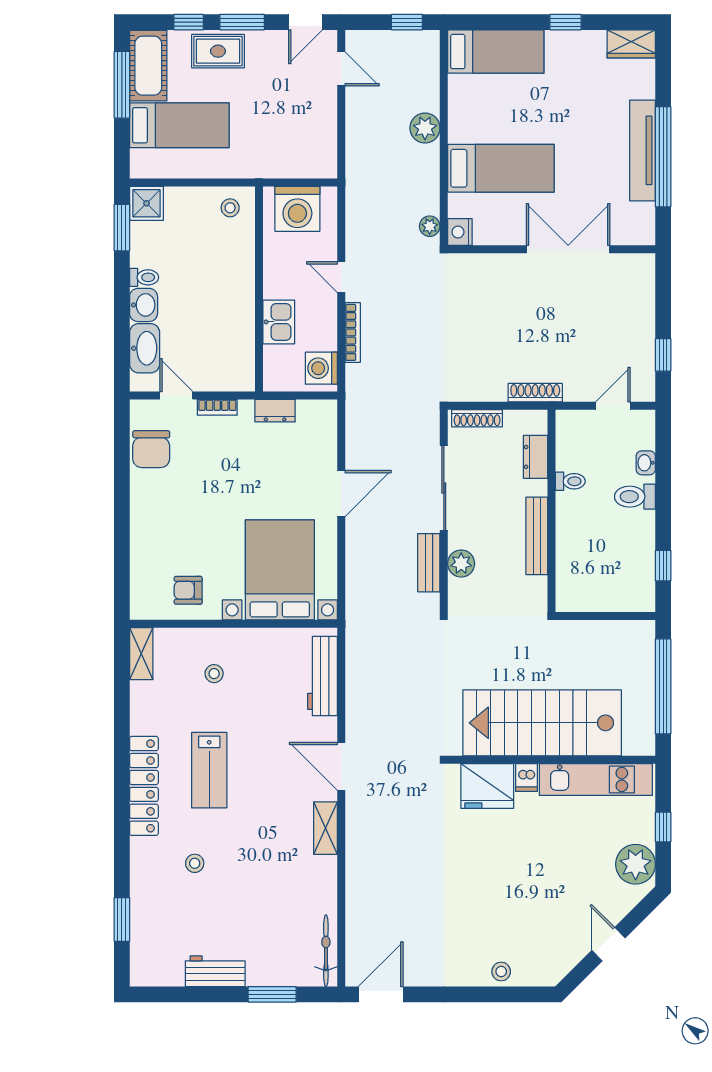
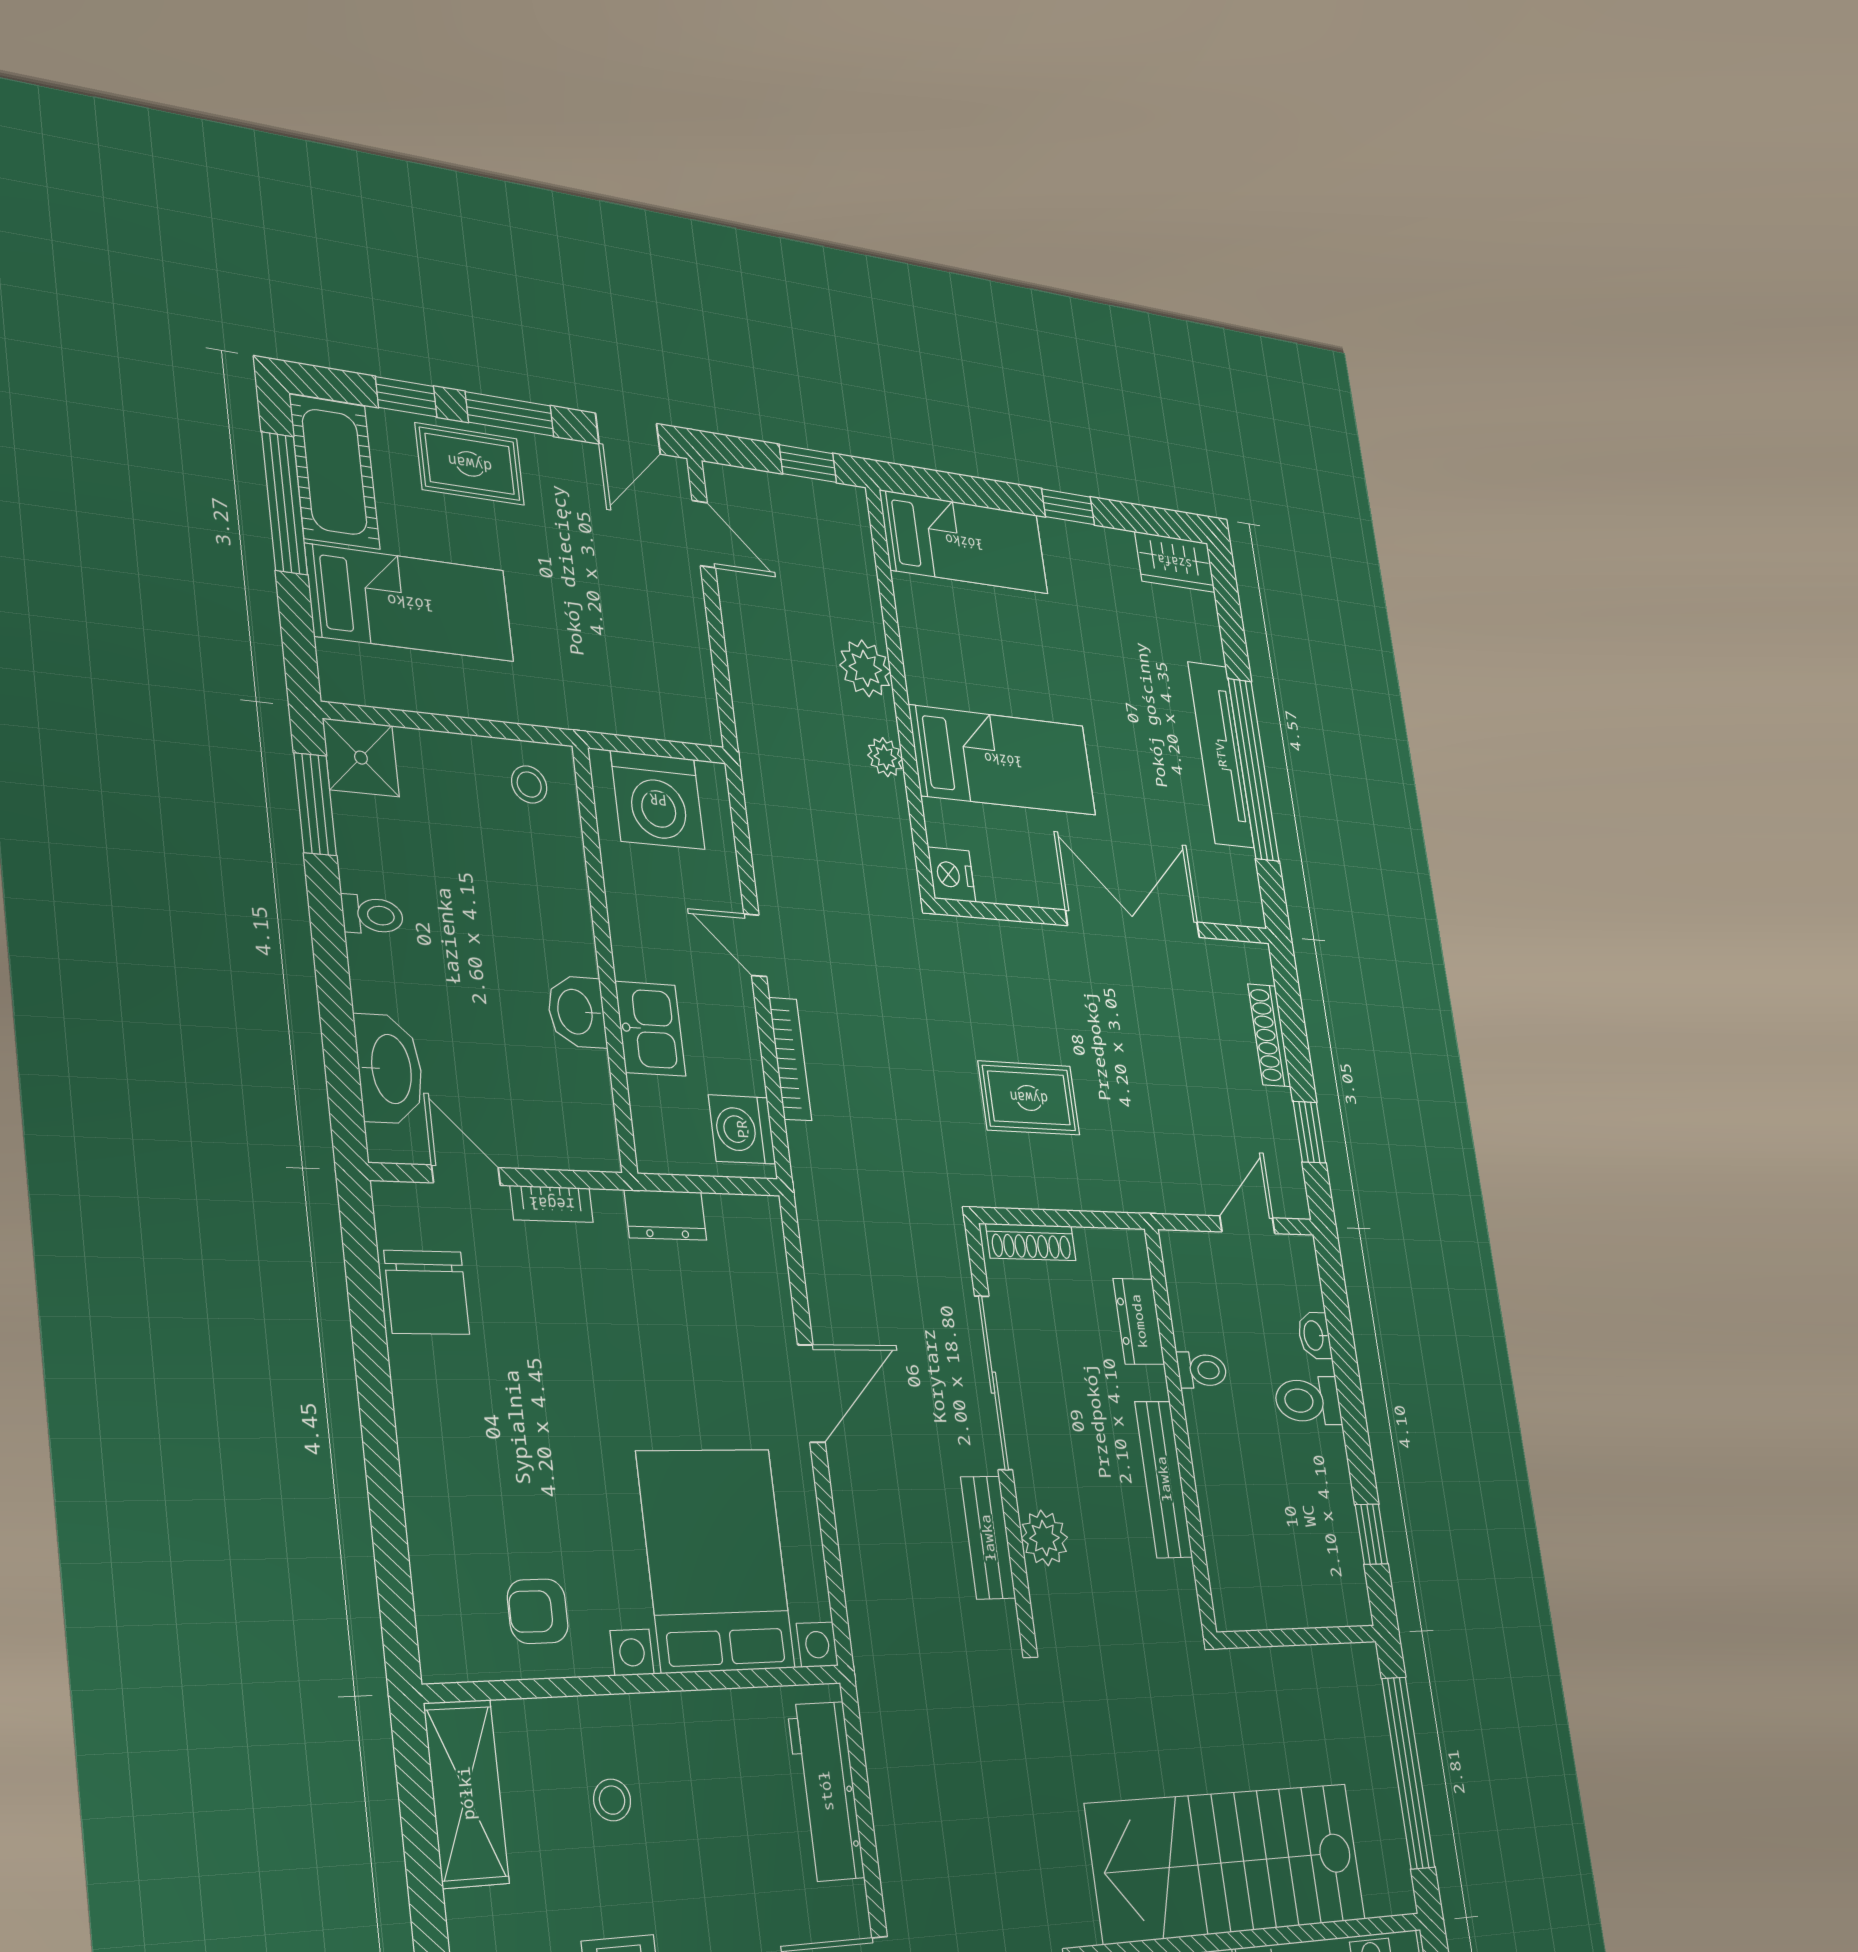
plant: (430, 226) -> (885, 757), moved
washbasin: (144, 305) -> (577, 1012), moved, turned 180
rug: (488, 345) -> (1029, 1098), added
shoe rack: (535, 393) -> (1269, 1035), moved, turned -90
shelving: (141, 654) -> (466, 1793), width x1.50, depth x1.33

